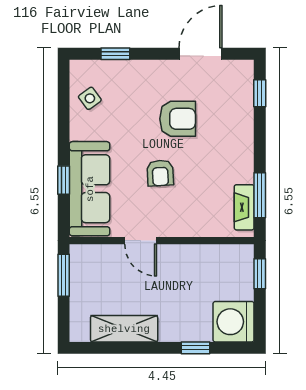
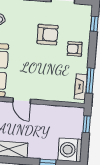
armchair: (160, 173) -> (75, 49), moved, turned 92

